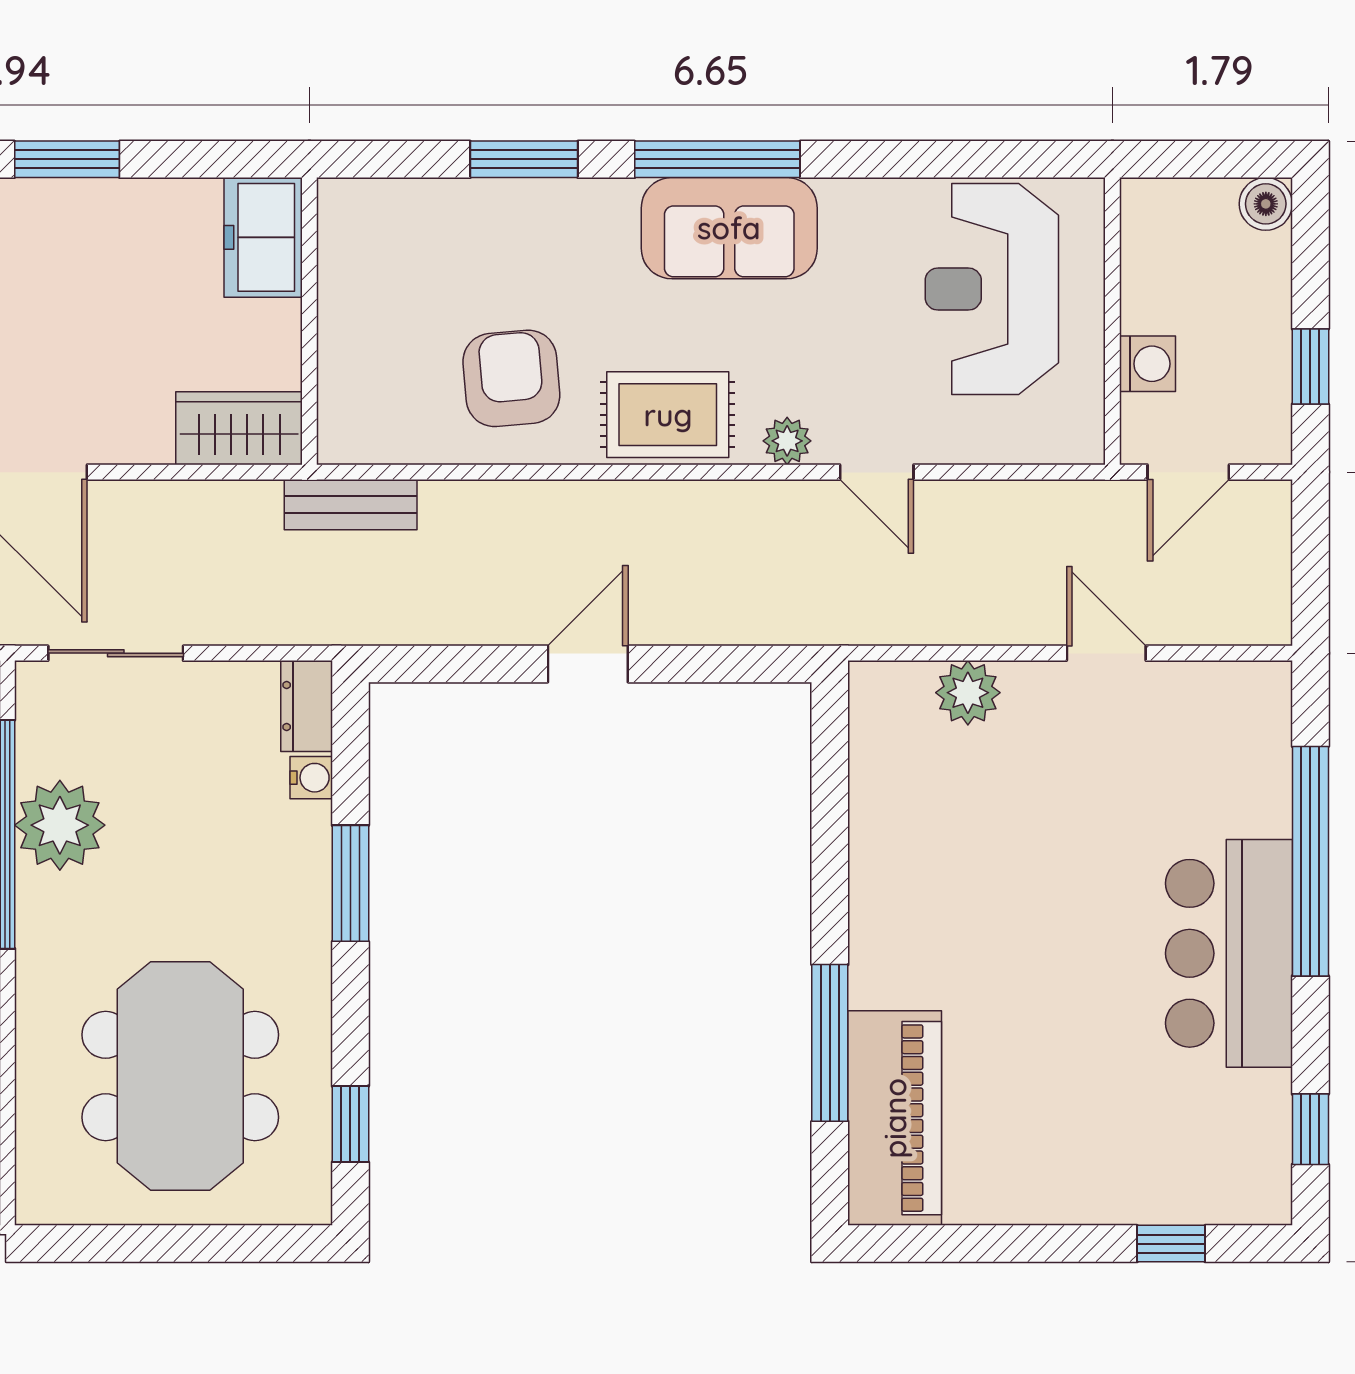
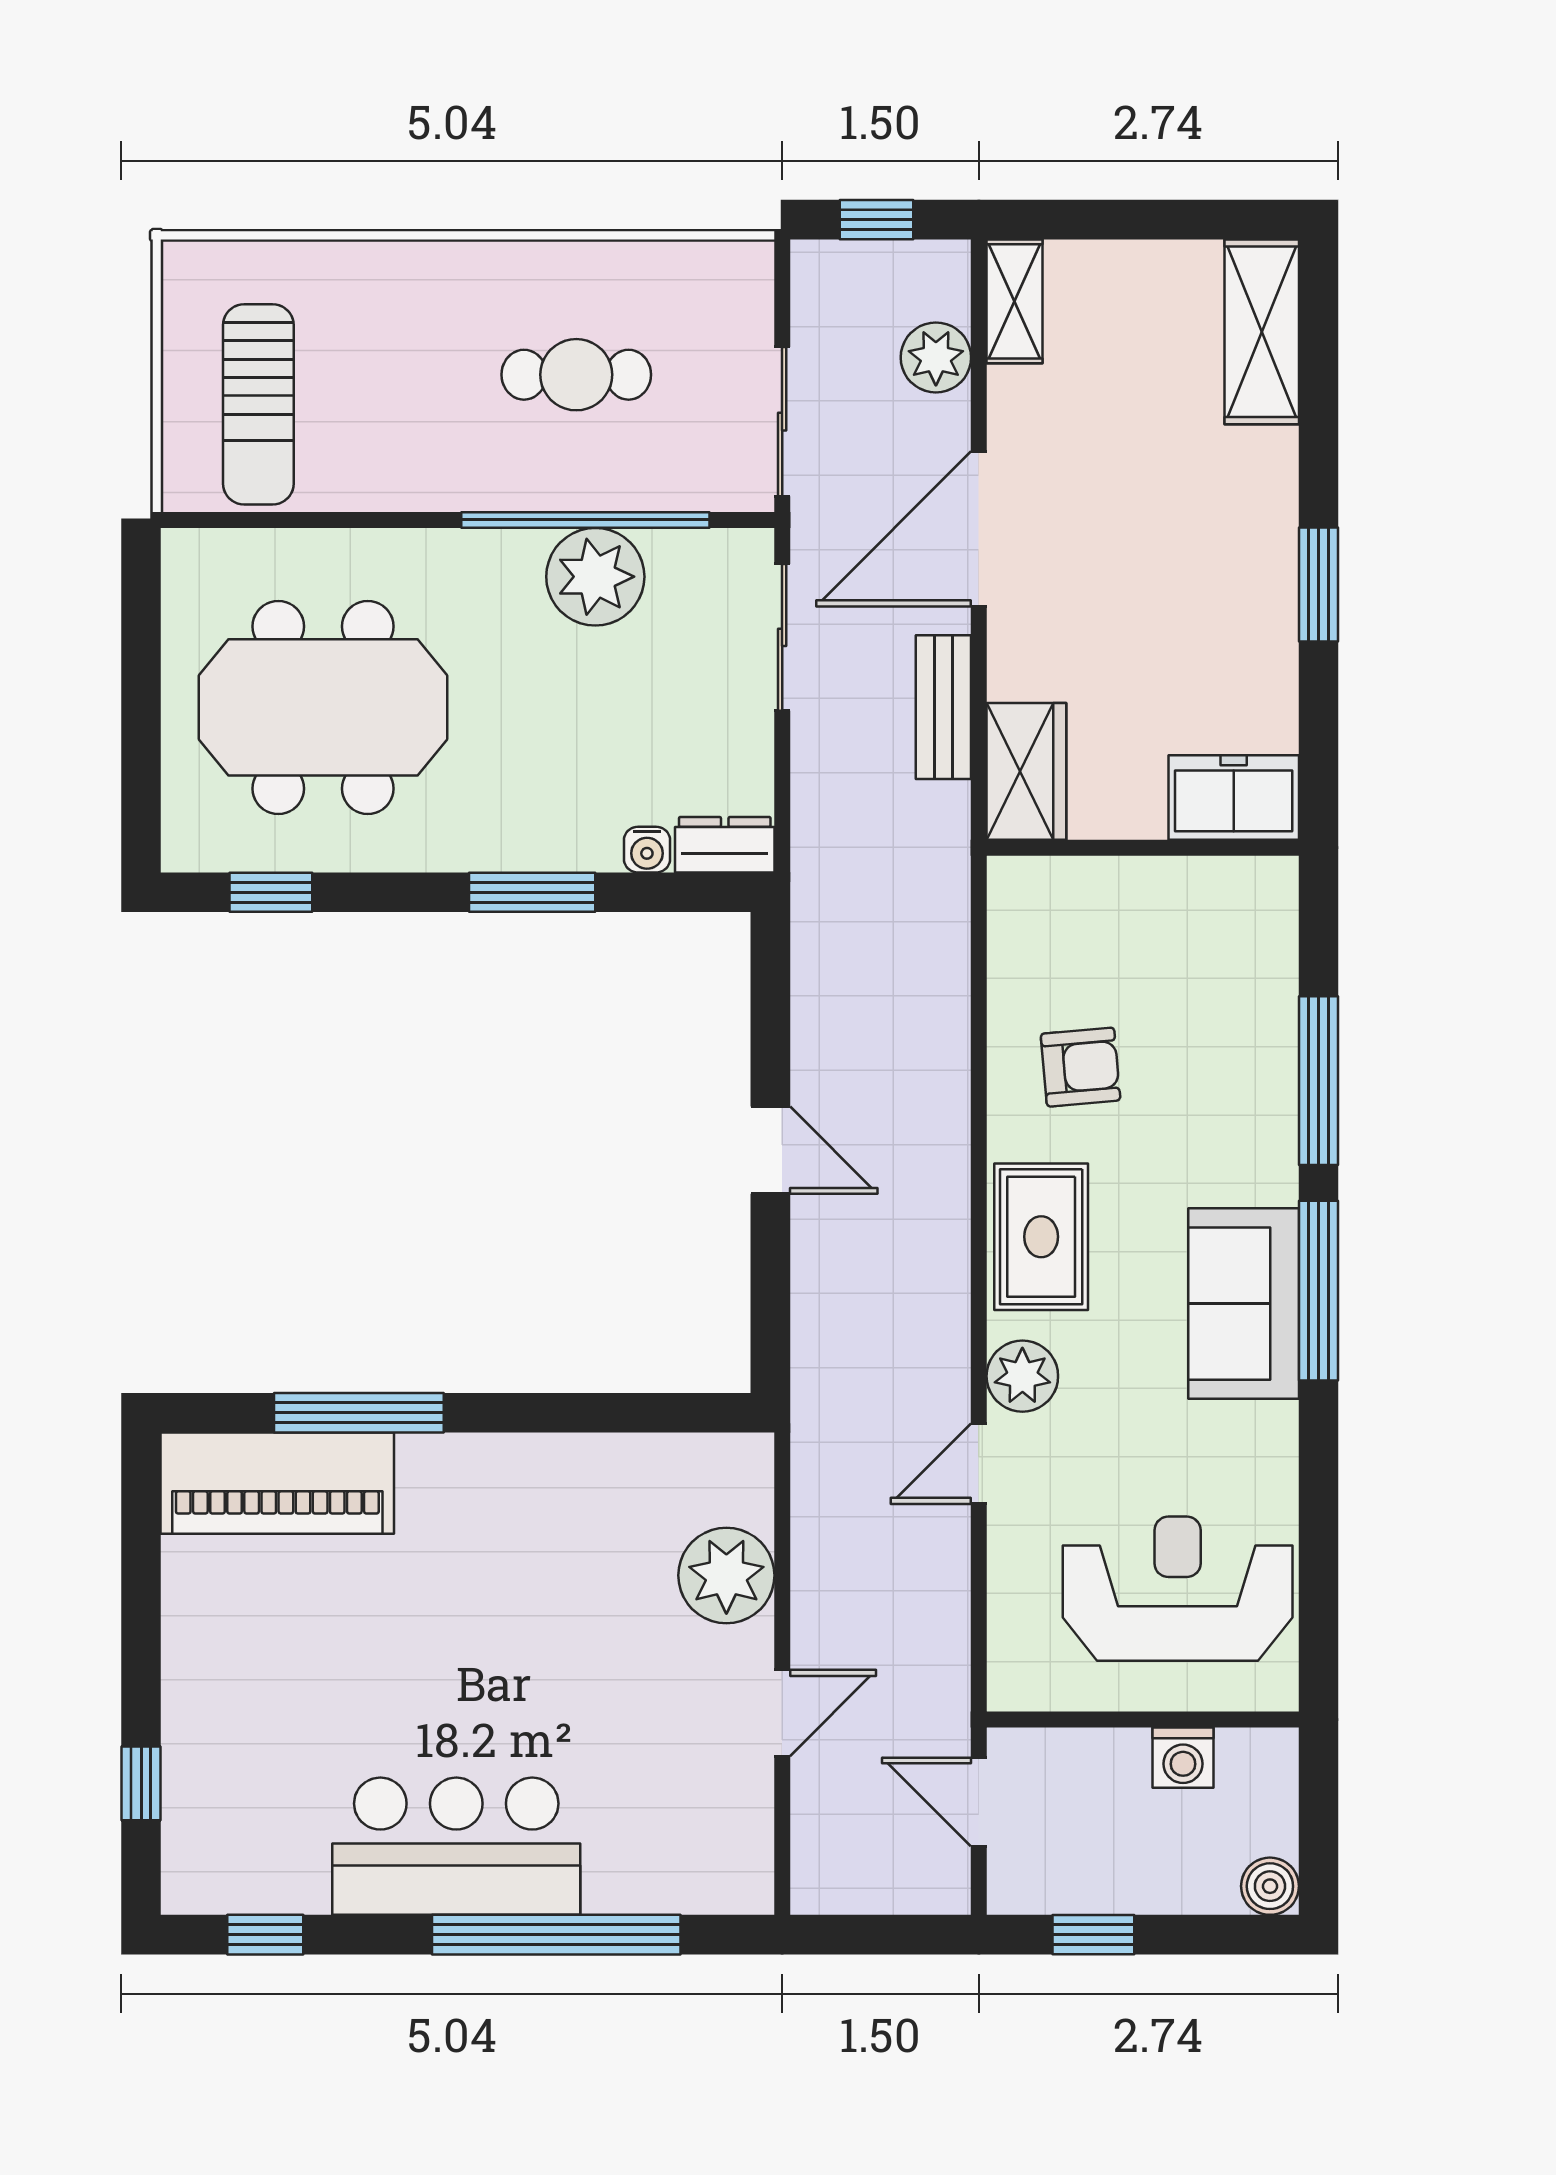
window: (524, 159) -> (1318, 1081), width x1.44
washing machine: (1147, 364) -> (1183, 1758), moved
armchair: (511, 378) -> (1081, 1067), width x0.72, depth x0.72
plant: (787, 441) -> (1022, 1376), width x1.38, depth x1.38
bench: (351, 505) -> (943, 707), moved
plant: (968, 693) -> (726, 1575), width x1.36, depth x1.36

